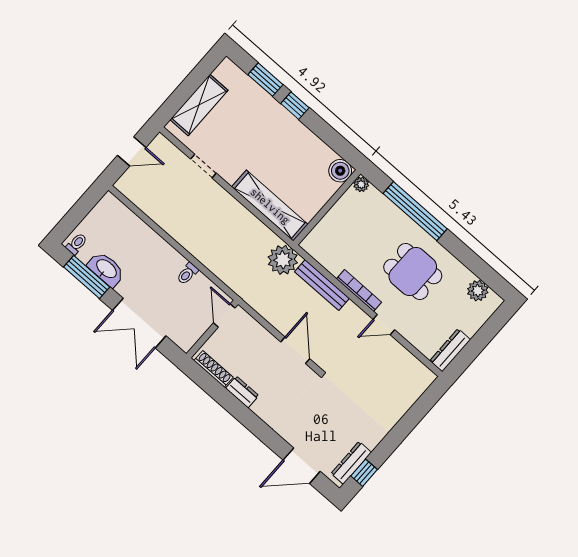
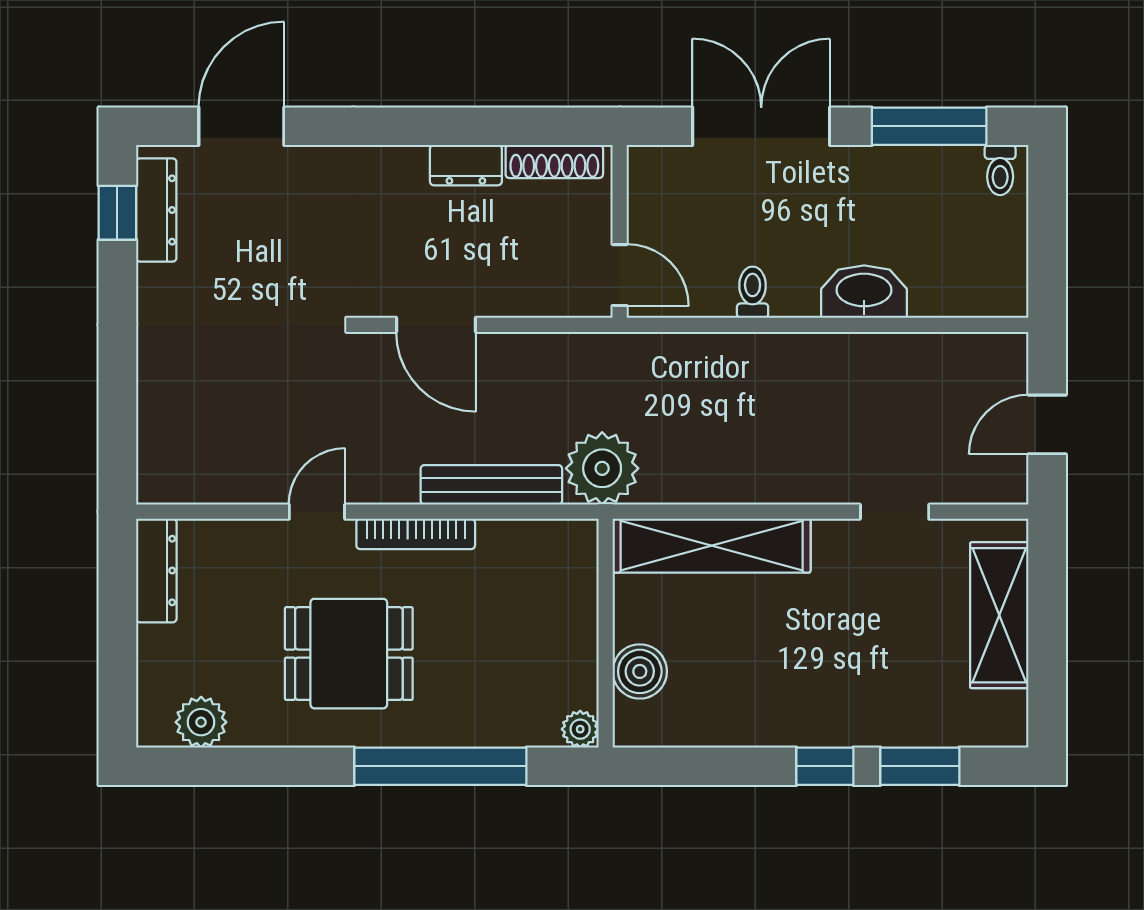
boiler: (340, 171) -> (640, 671), moved
washbasin: (106, 269) -> (864, 292), moved, turned 180

